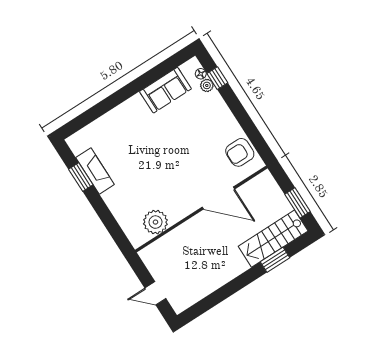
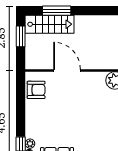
window: (275, 260) -> (57, 11), width x1.44

